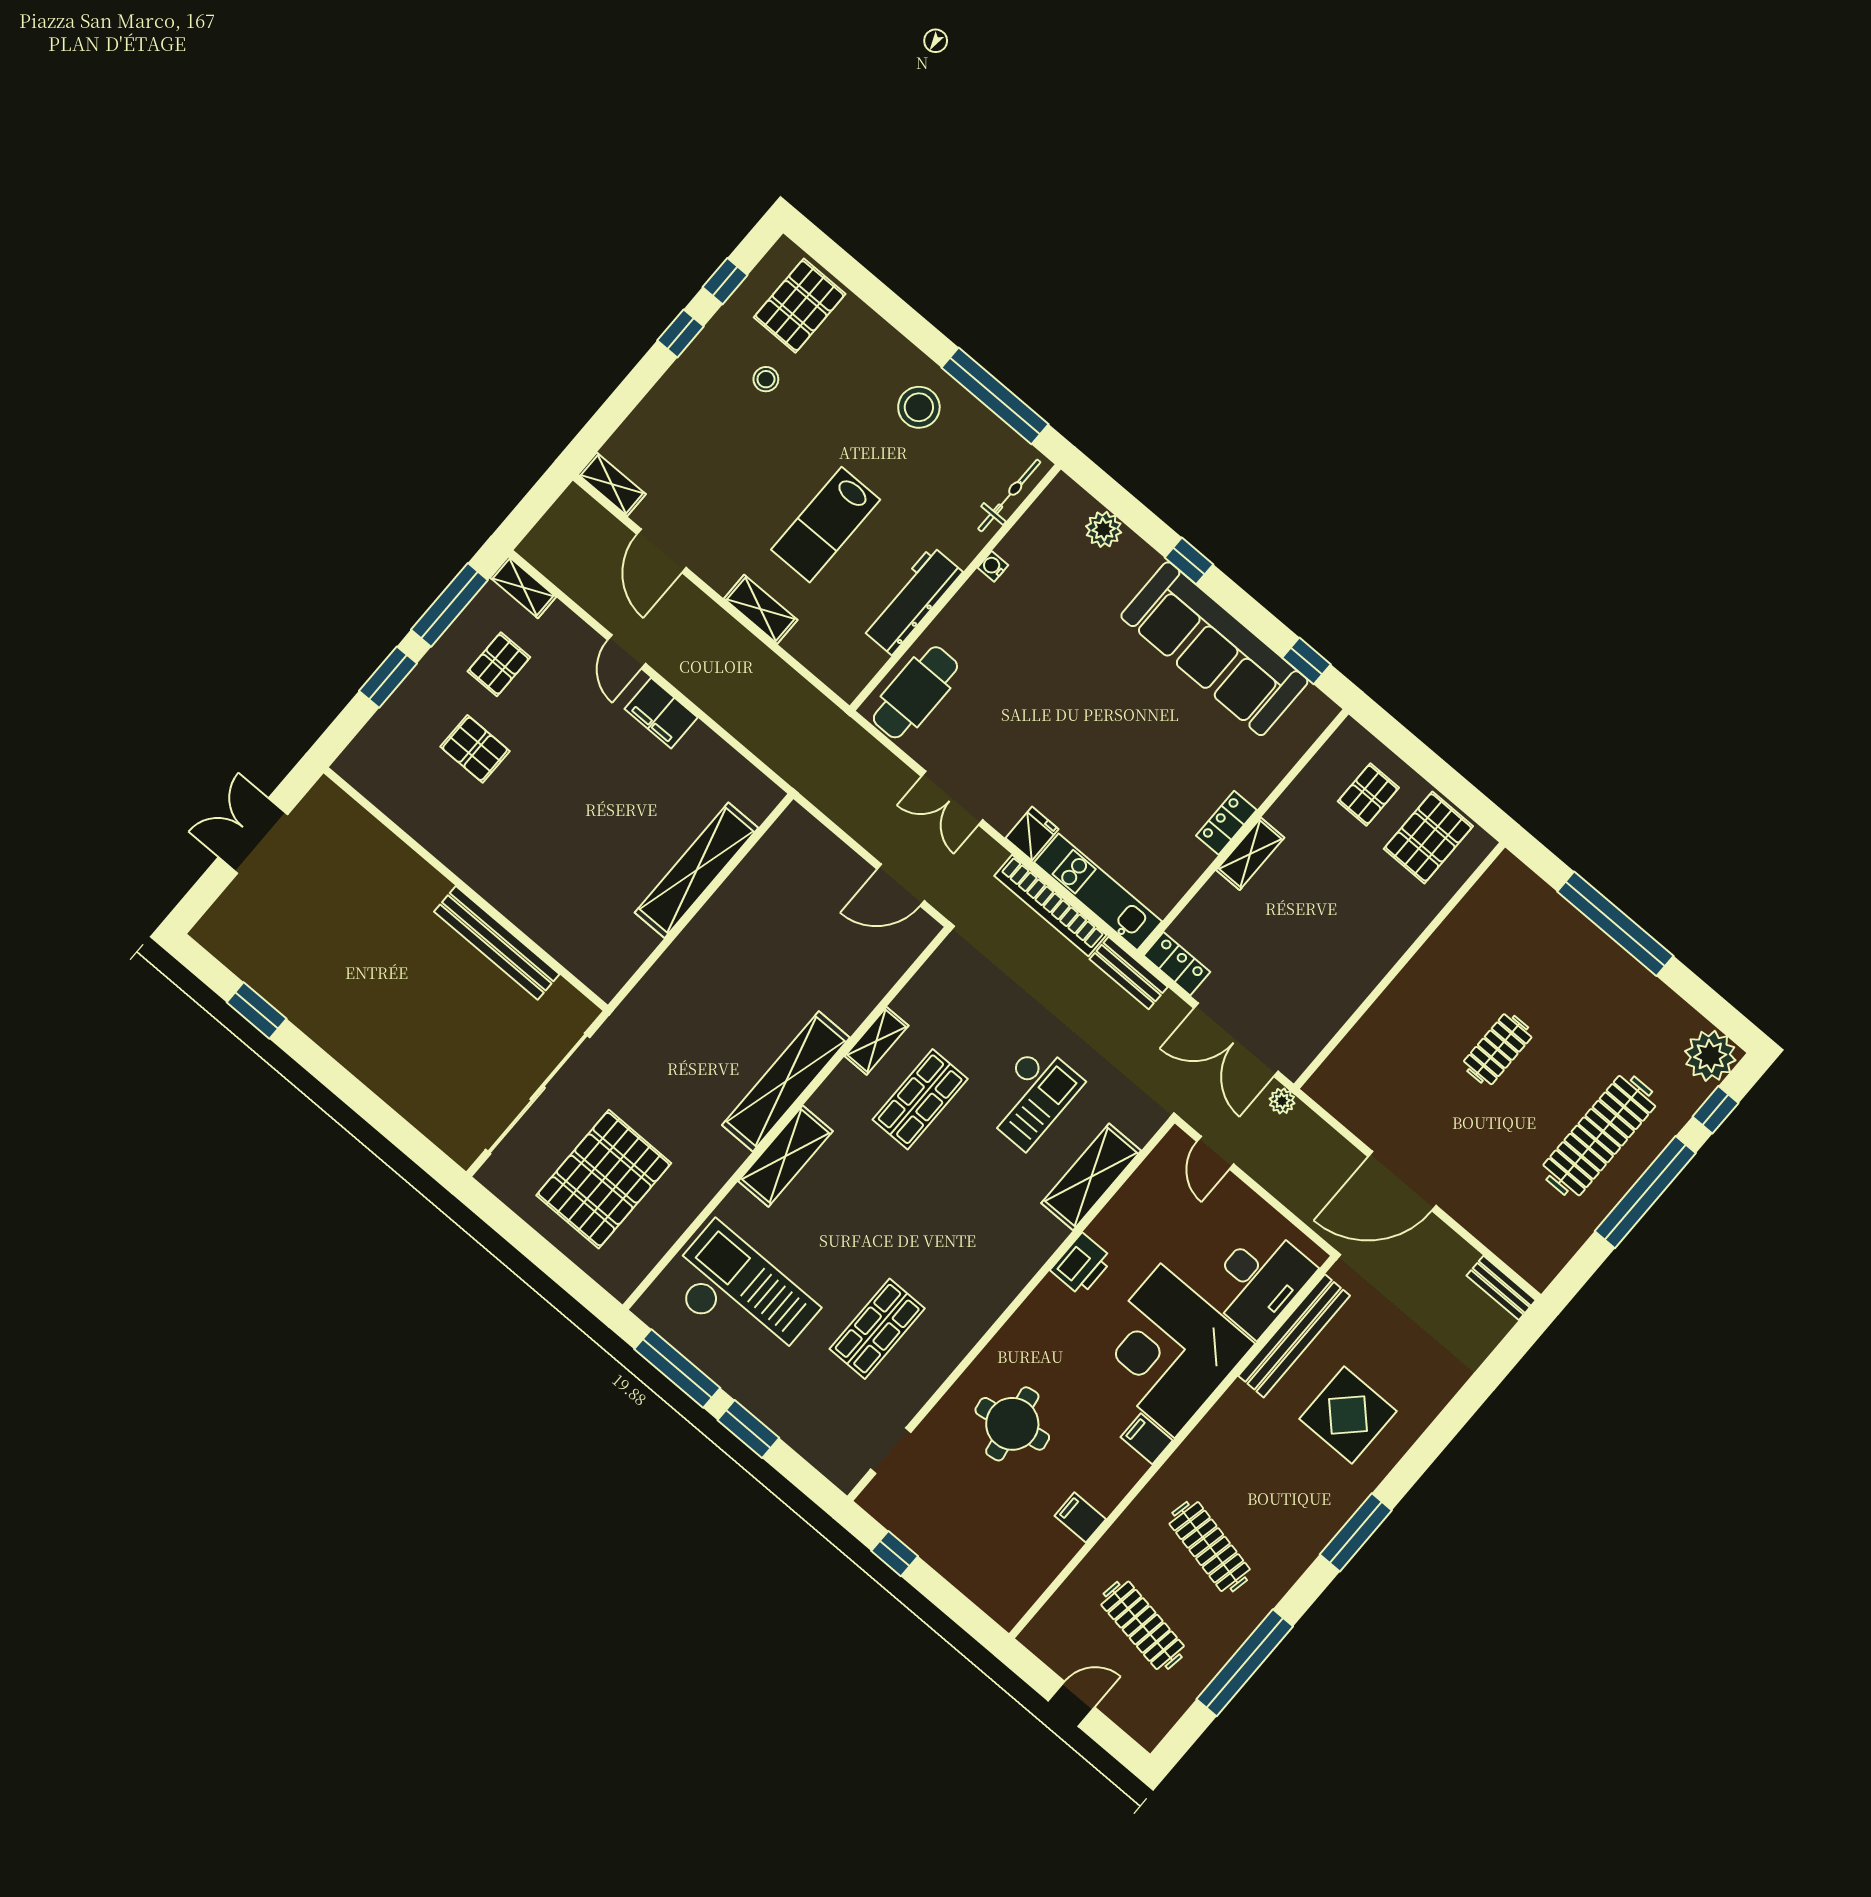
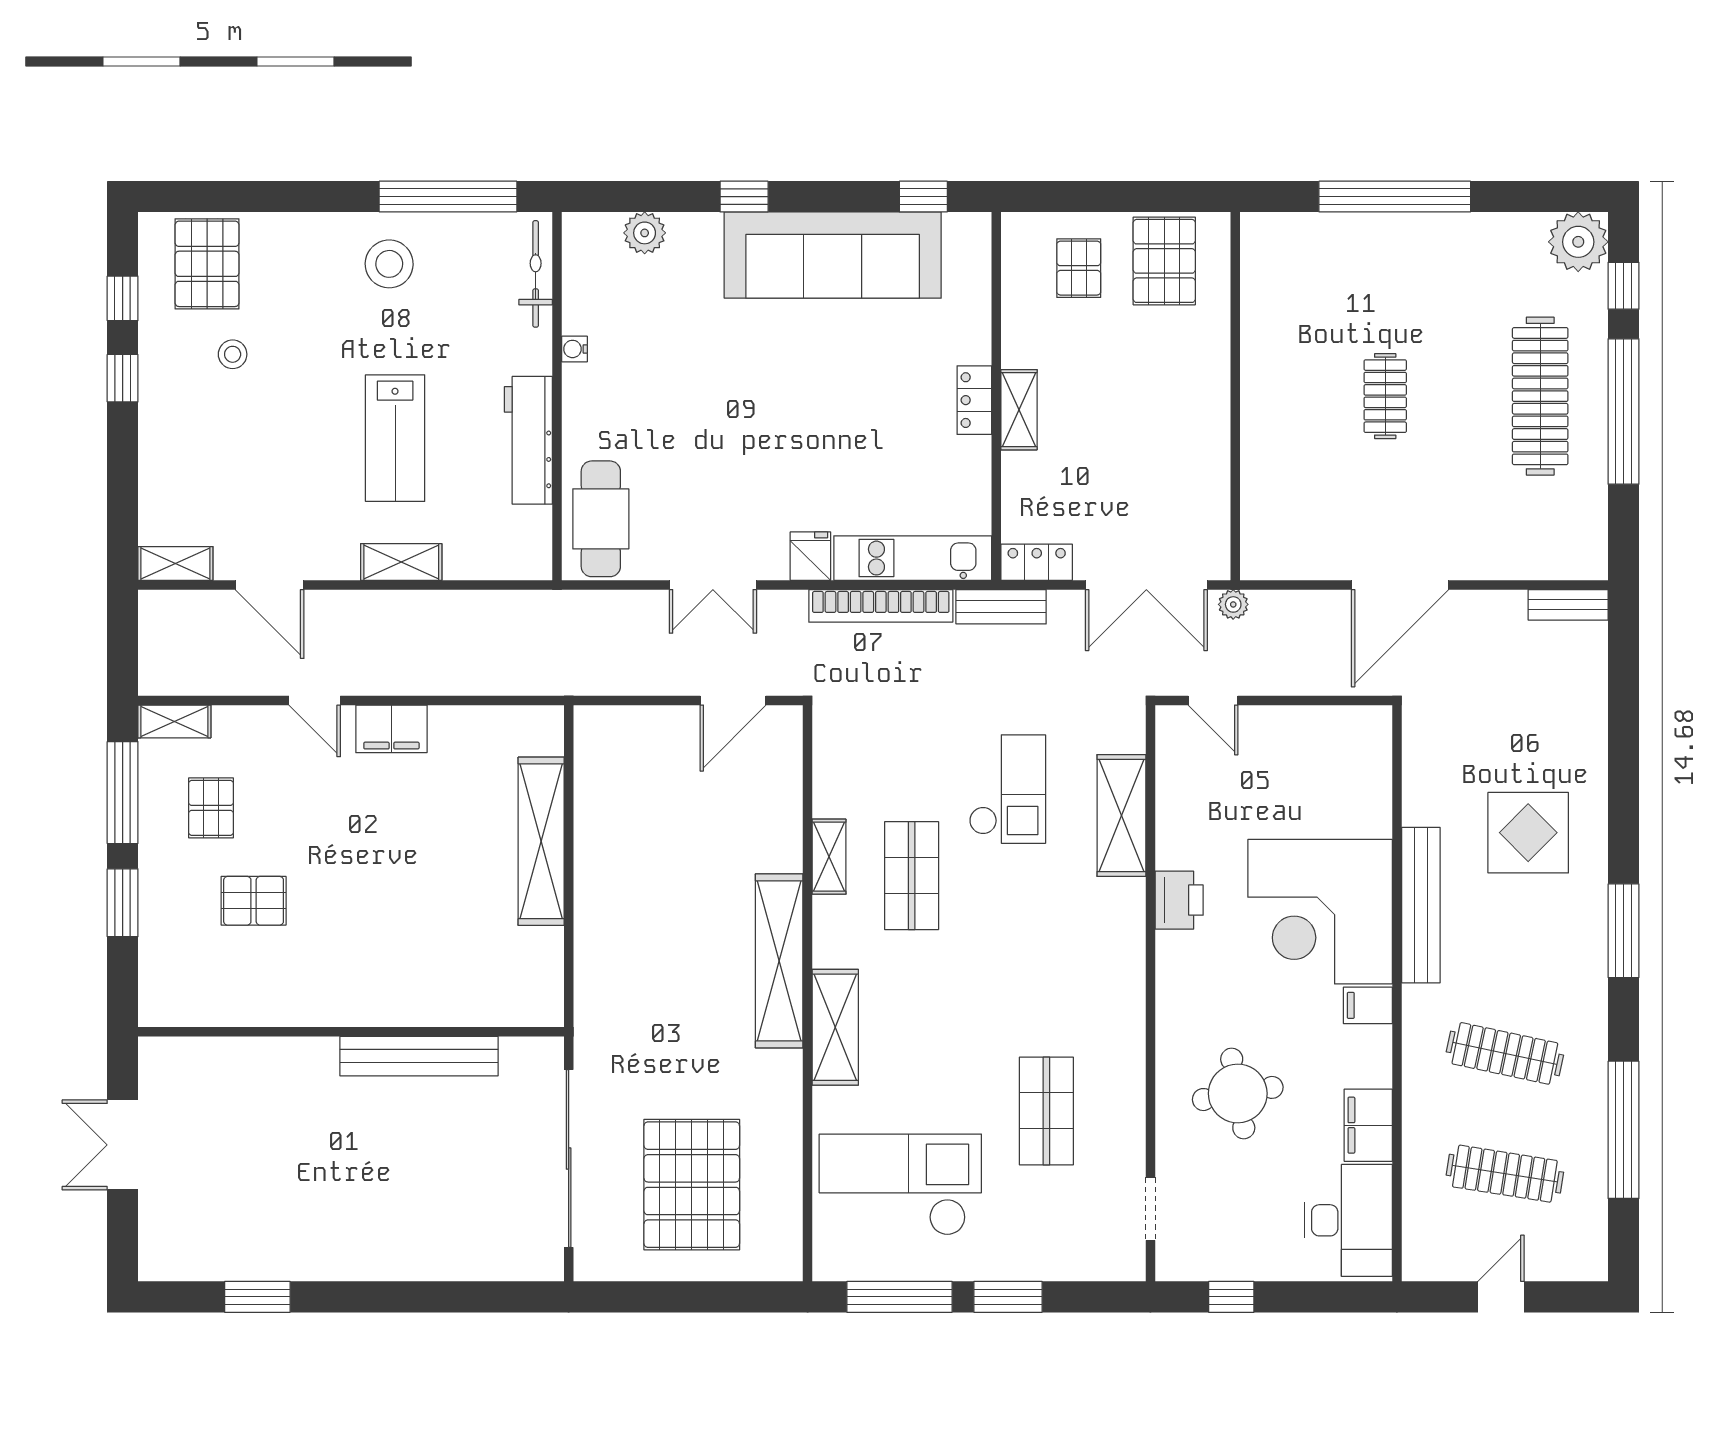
desk: (1259, 1280) -> (1348, 1220), moved
bench: (1294, 1336) -> (1421, 905), moved
filing cabinet: (1080, 1517) -> (1368, 1125), width x2.00

